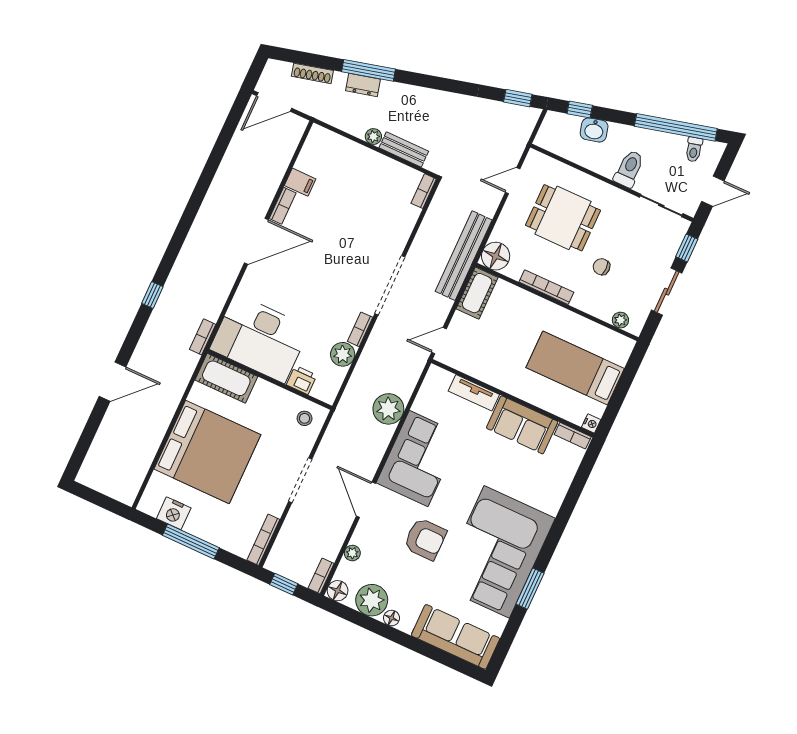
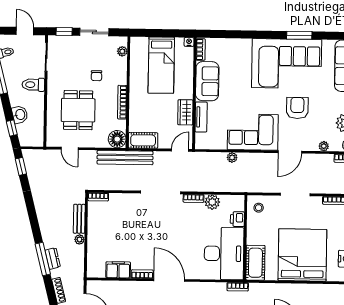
filing cabinet: (300, 182) -> (118, 270), width x2.00
door: (439, 341) -> (180, 150), swing flipped
wardrobe: (491, 373) -> (185, 112), added
plant: (388, 409) -> (232, 157), width x0.53, depth x0.53

